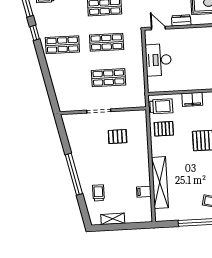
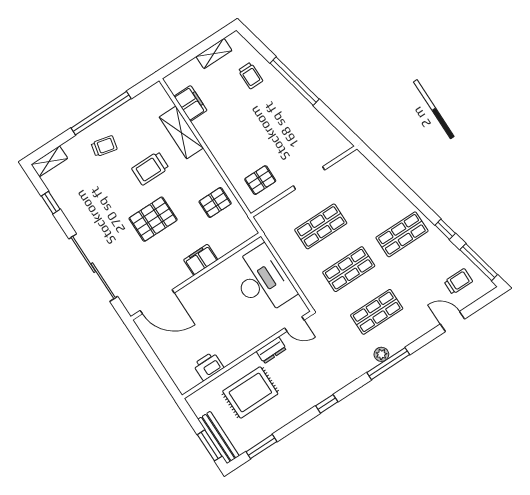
desk: (158, 60) -> (262, 280), width x1.36, depth x1.30
trolley: (161, 106) -> (150, 168), moved
pallet: (118, 137) -> (260, 180), moved
shelving: (160, 183) -> (181, 133), width x0.68
filing cabinet: (144, 192) -> (190, 103), width x2.00

